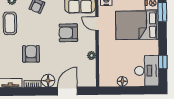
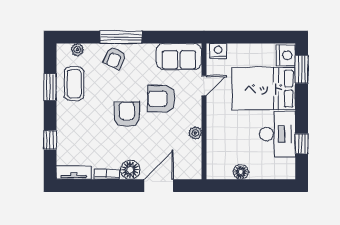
door: (97, 24) -> (204, 86), swing flipped
armchair: (31, 54) -> (127, 114), moved
desk: (147, 71) -> (277, 134), moved

